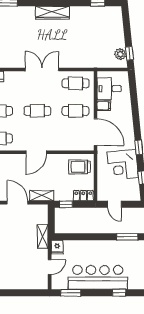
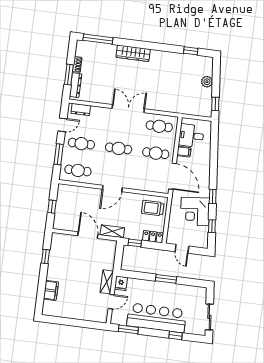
wardrobe: (53, 13) -> (133, 53), moved
plant: (120, 54) -> (207, 82), moved
shelving: (43, 237) -> (107, 282), moved
window: (127, 237) -> (166, 279), moved

